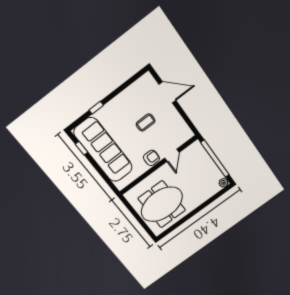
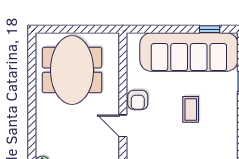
coffee table: (146, 122) -> (191, 109), moved

